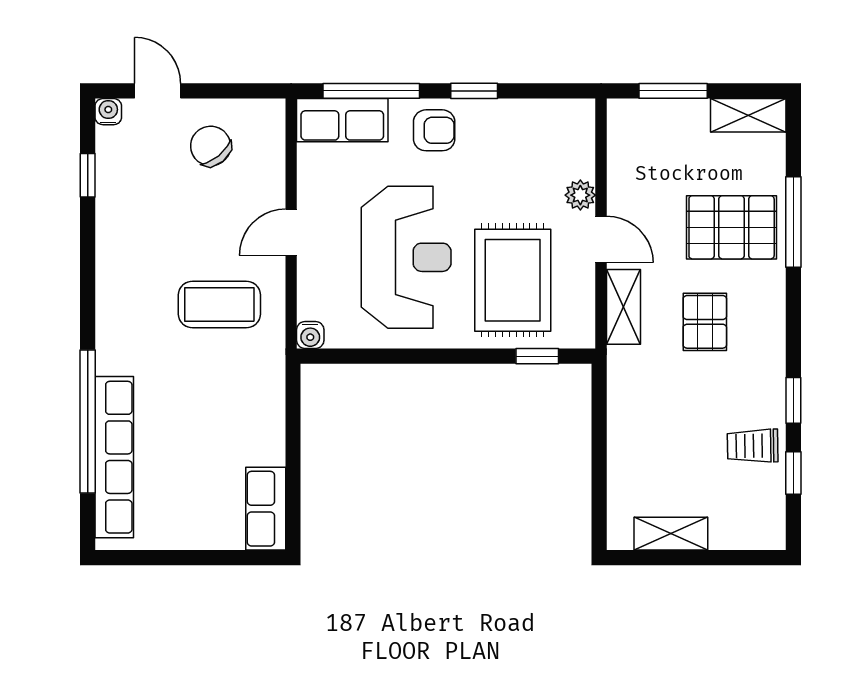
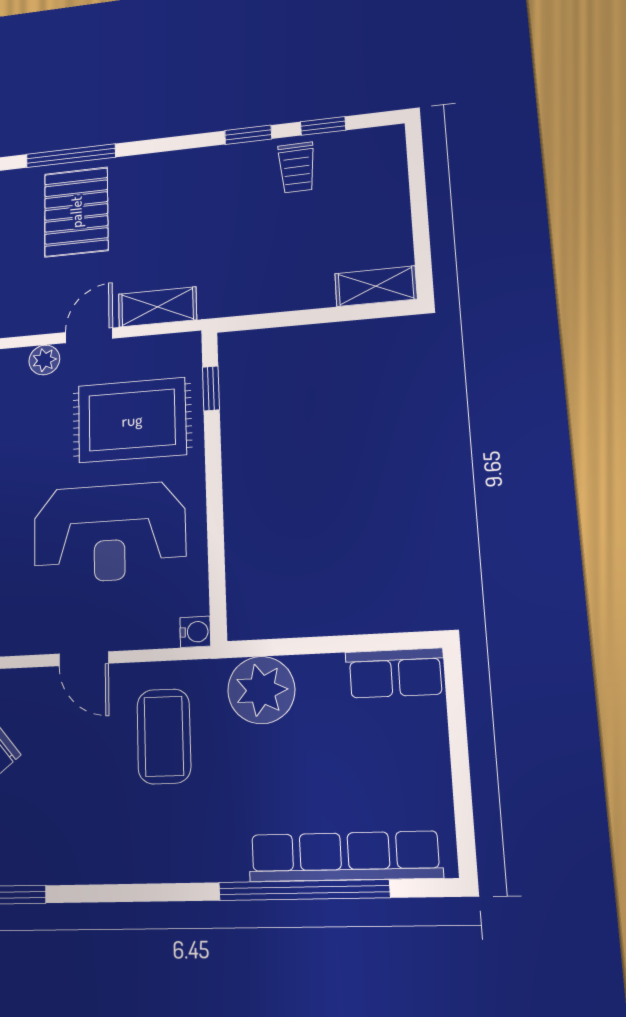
reception desk: (406, 257) -> (109, 533), turned 180
pallet: (705, 322) -> (171, 227), removed
plant: (256, 392) -> (261, 690), added
shelving: (671, 534) -> (376, 286), moved, turned 90

